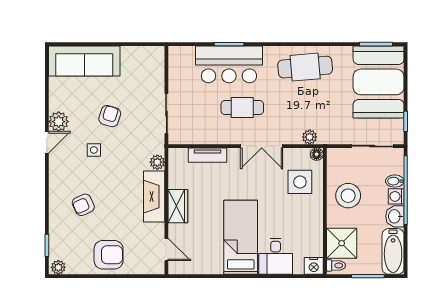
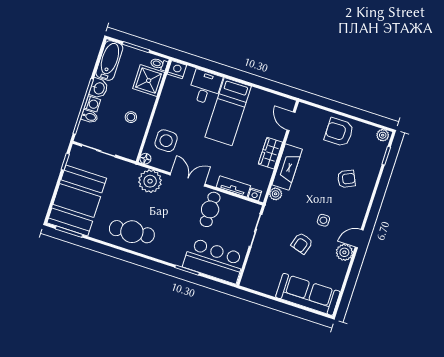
bar counter: (229, 64) -> (214, 261), moved
cafe table: (242, 108) -> (210, 209), moved, turned 90
plant: (310, 137) -> (150, 181), width x1.87, depth x1.87
nightstand: (180, 154) -> (255, 194), added
stool: (348, 196) -> (131, 117), width x0.53, depth x0.53

